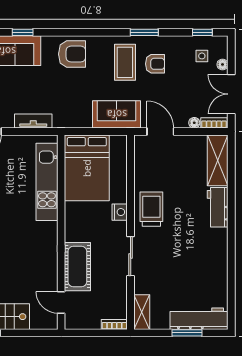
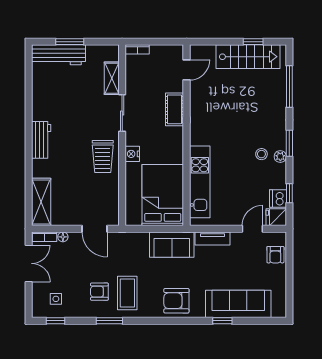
floor lamp: (223, 64) -> (37, 291), removed
sofa: (117, 114) -> (172, 245), moved
workbench: (218, 207) -> (41, 140), moved
cot: (77, 267) -> (175, 109), width x0.73, depth x0.75
door: (61, 302) -> (187, 70), hinge flipped
shelving: (142, 312) -> (112, 78), moved

